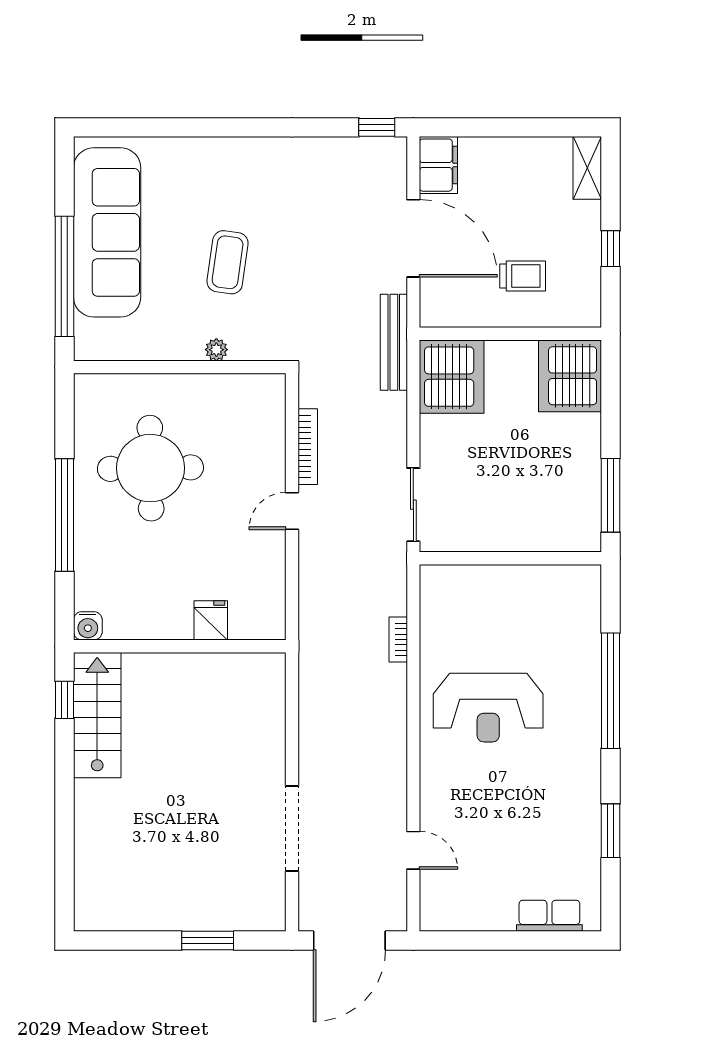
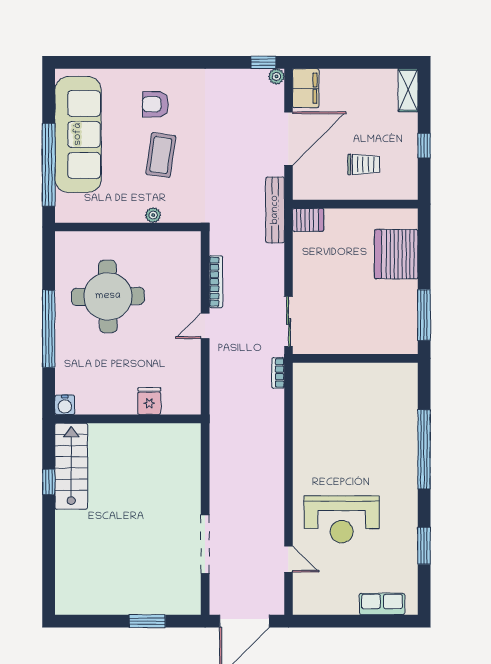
plant: (396, 148) -> (276, 76), added
armchair: (220, 188) -> (155, 104), added
door: (413, 238) -> (288, 139), hinge flipped
server rack: (570, 376) -> (396, 254), moved
server rack: (452, 377) -> (308, 220), width x0.46, depth x0.70
bookcase: (398, 640) -> (278, 373), moved
window: (64, 700) -> (49, 482), moved
reception desk: (488, 708) -> (342, 519), moved

